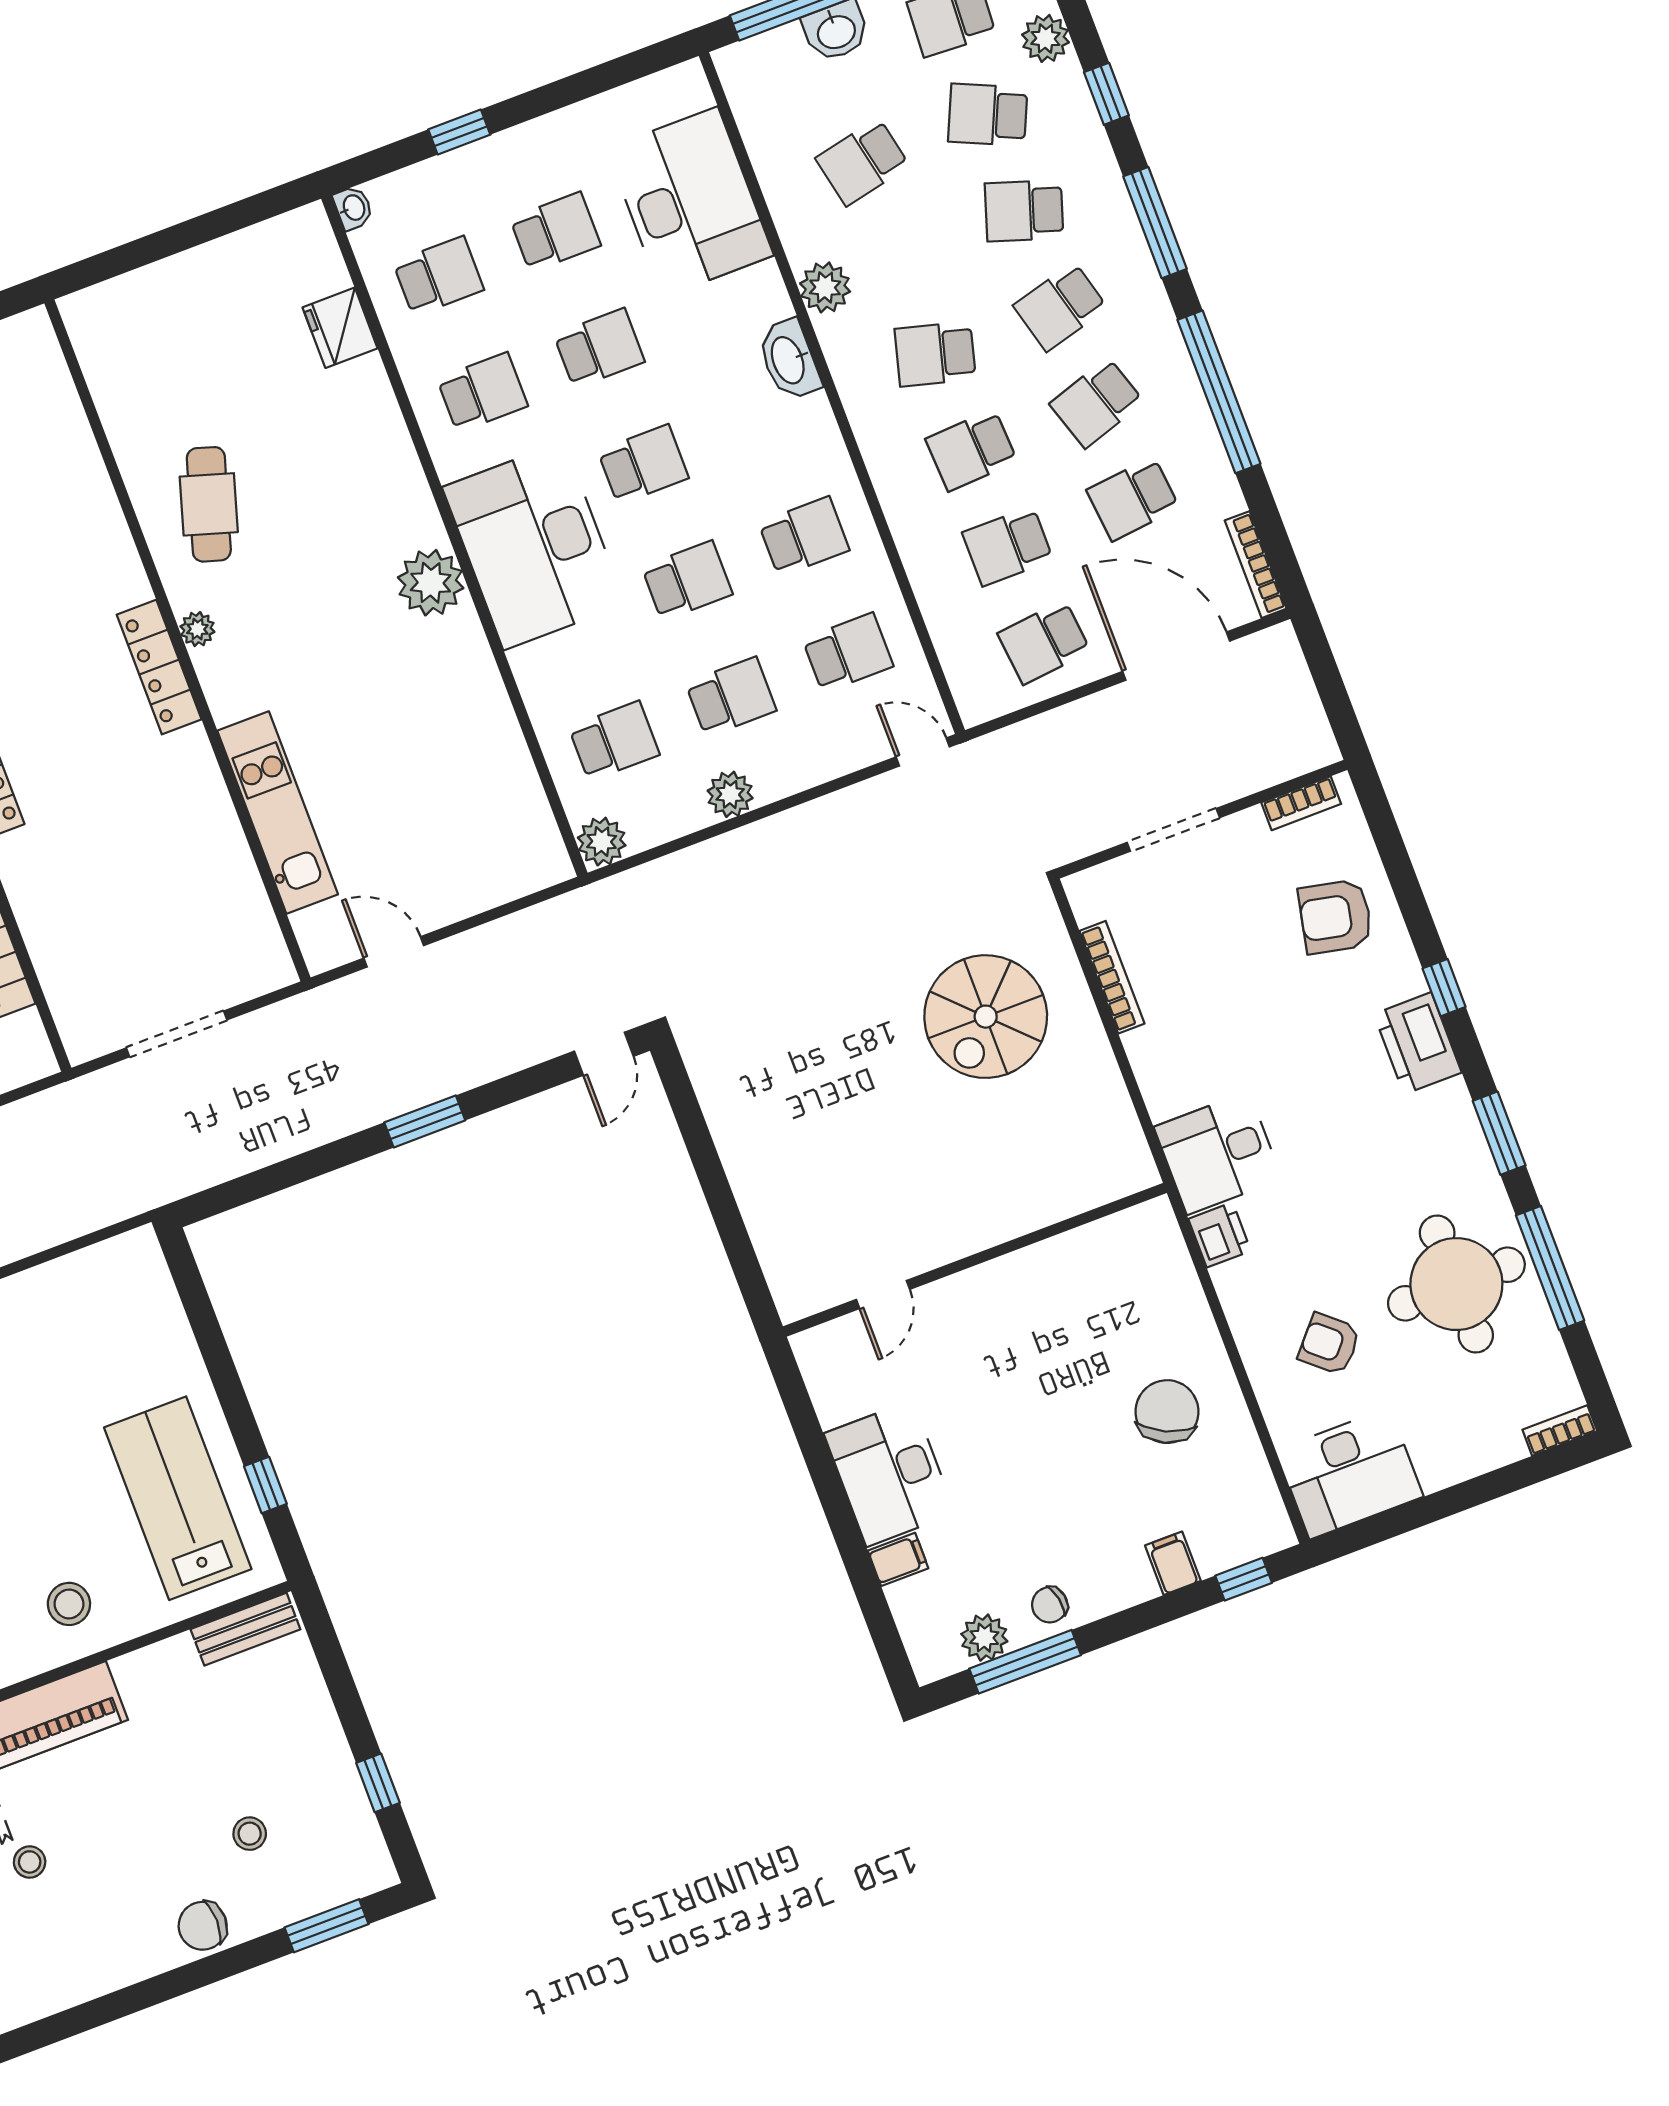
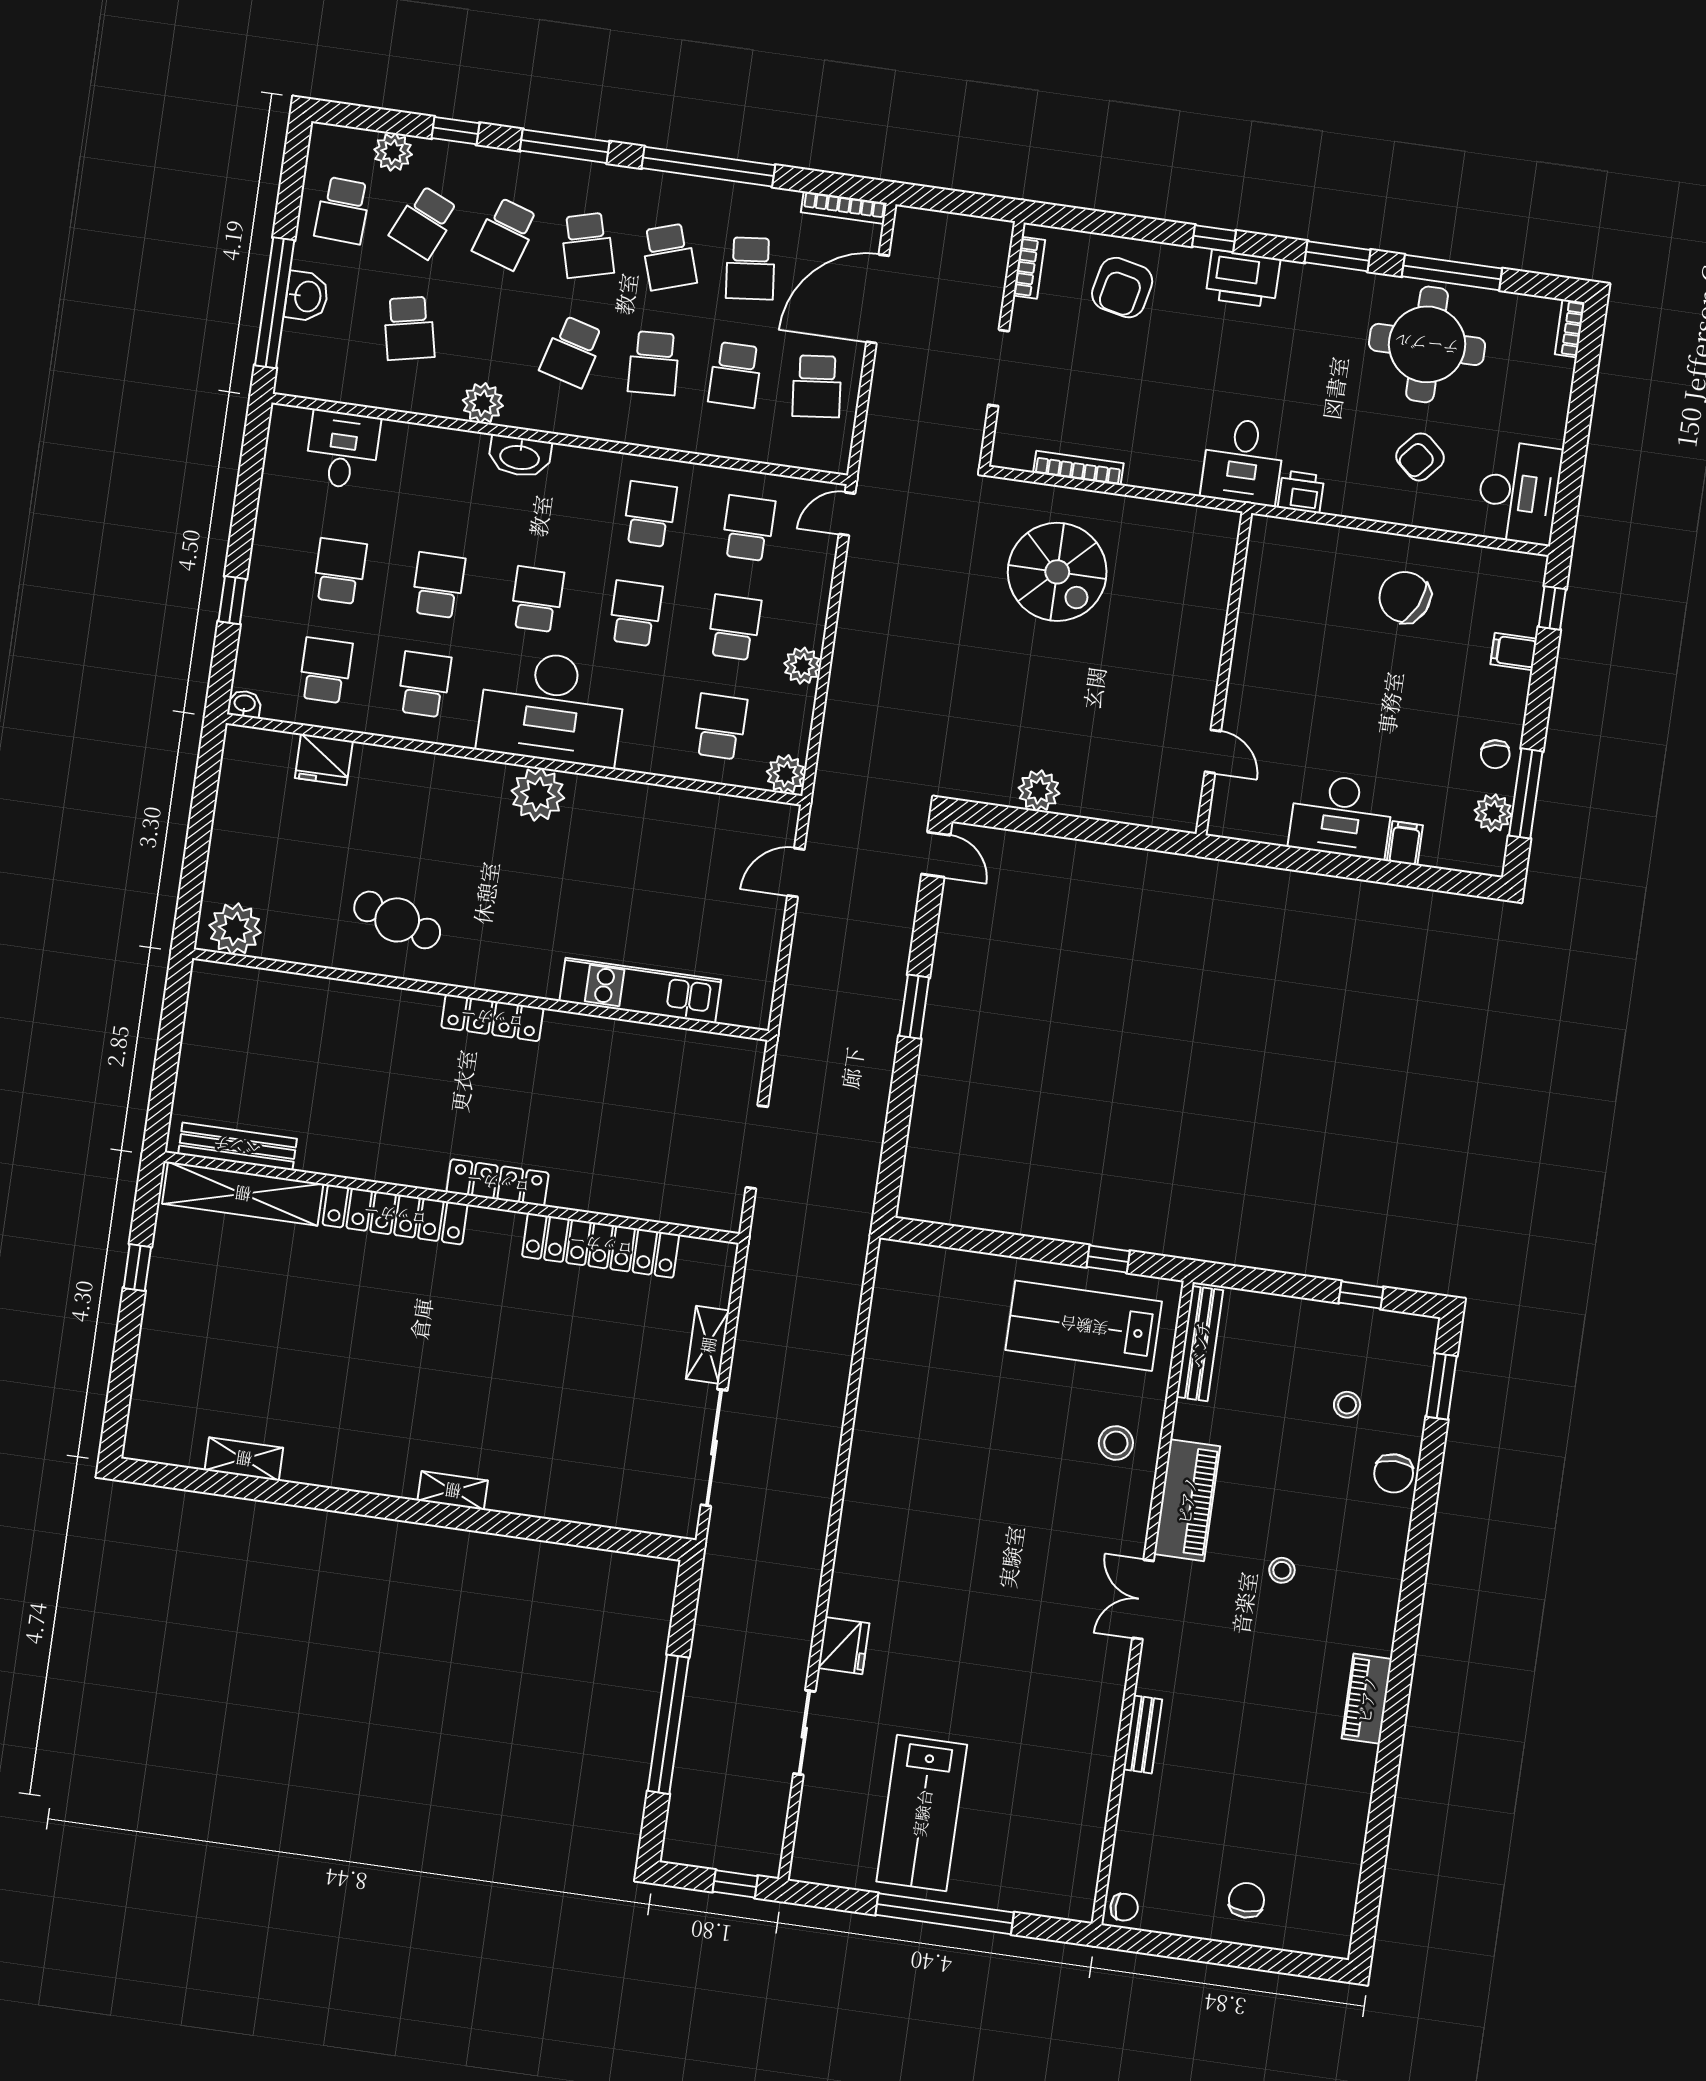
desk: (690, 202) -> (343, 450), width x0.53, depth x0.77
plant: (197, 629) -> (235, 929), moved, width x1.88, depth x1.88
door: (394, 952) -> (796, 873), moved
plant: (736, 1128) -> (1039, 791), added
bench: (245, 1629) -> (1200, 1344), width x1.36

